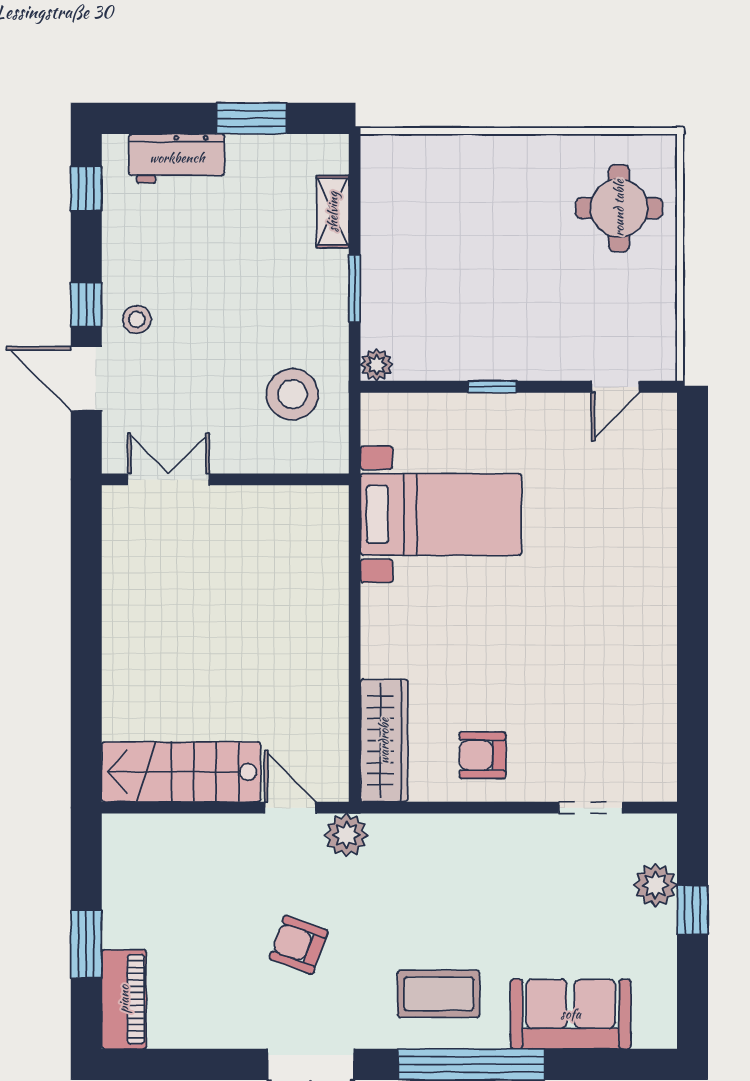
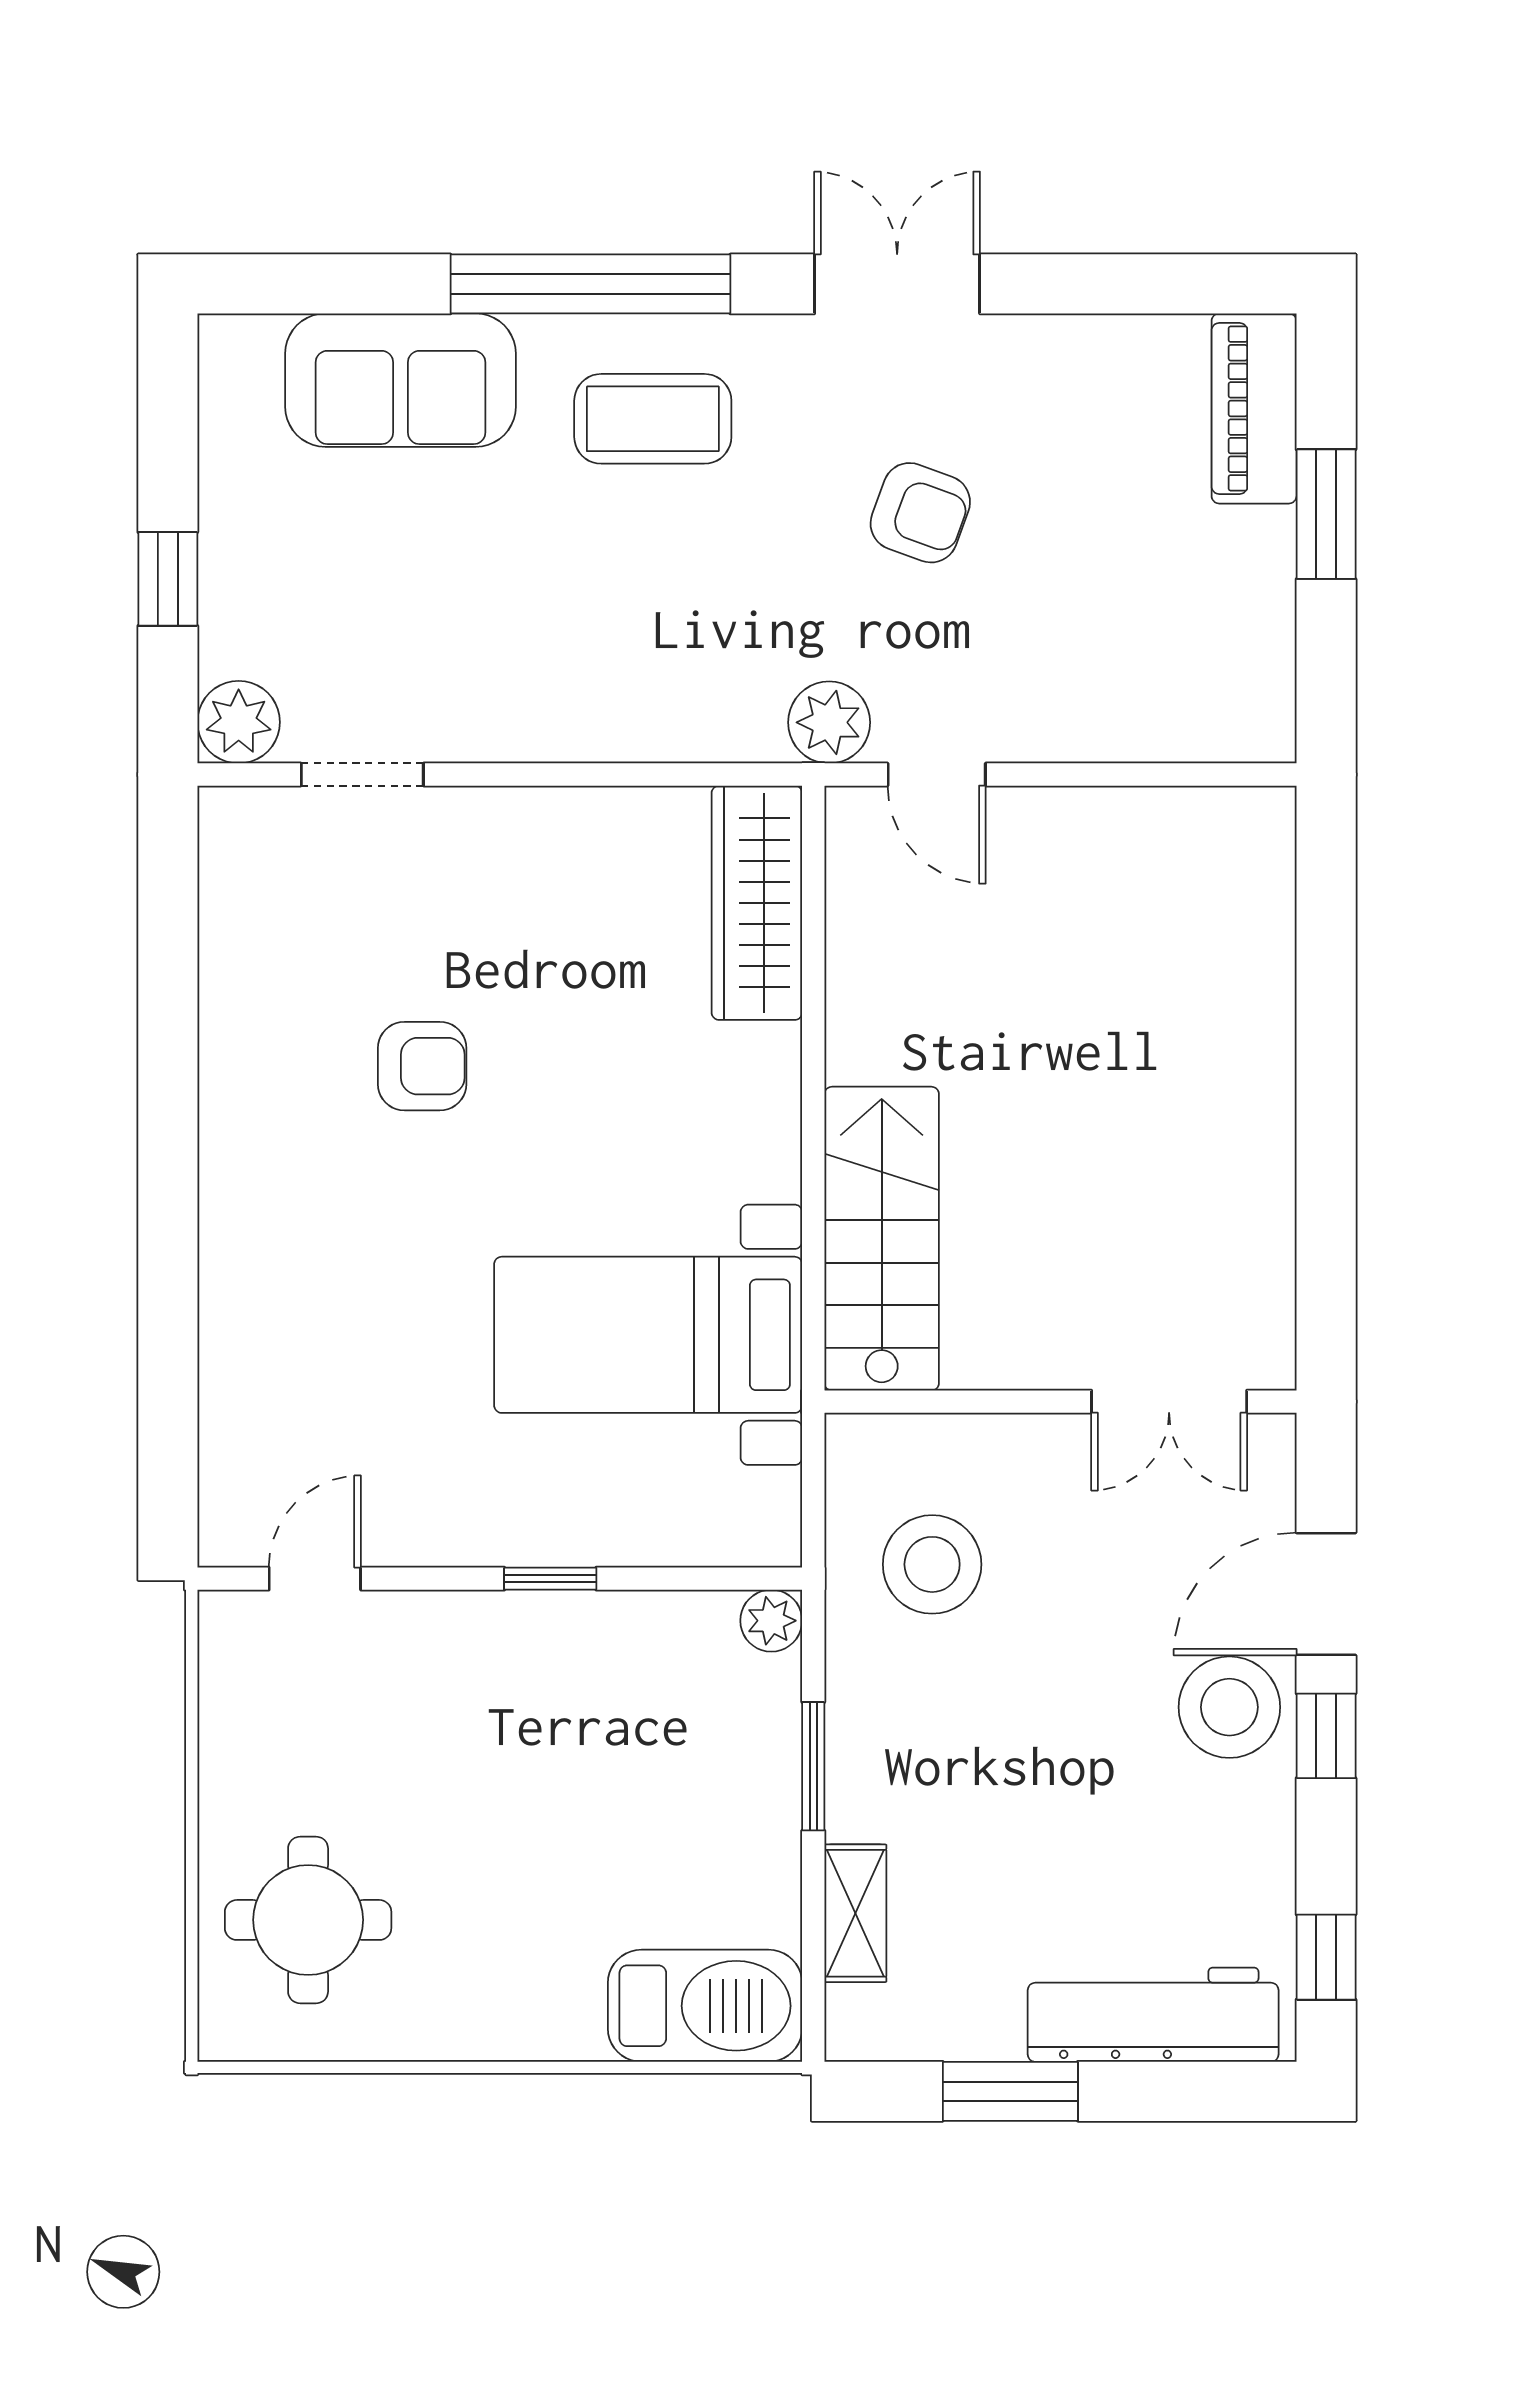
workbench: (177, 158) -> (1153, 2015), width x1.37
barbecue: (411, 163) -> (705, 2006), added
stool: (137, 319) -> (1229, 1707), width x1.89, depth x1.89
door: (86, 379) -> (1326, 1594), swing flipped
armchair: (482, 755) -> (422, 1066), moved
stairs: (181, 772) -> (882, 1239), moved, turned -90
plant: (655, 885) -> (239, 722), moved

